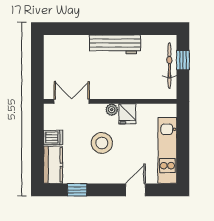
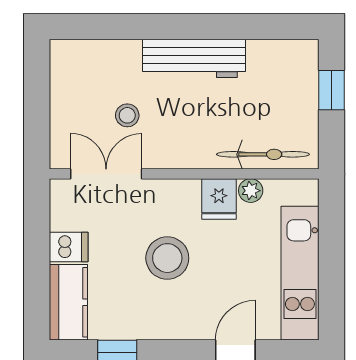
bicycle: (169, 66) -> (263, 154), moved, turned 90
stool: (82, 73) -> (127, 115), added
plant: (112, 110) -> (251, 191), moved

